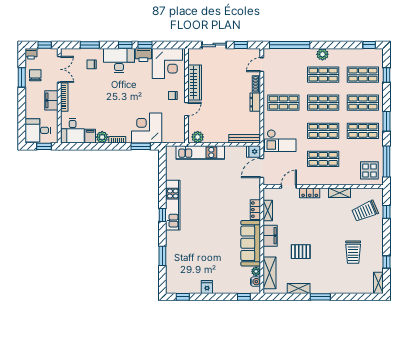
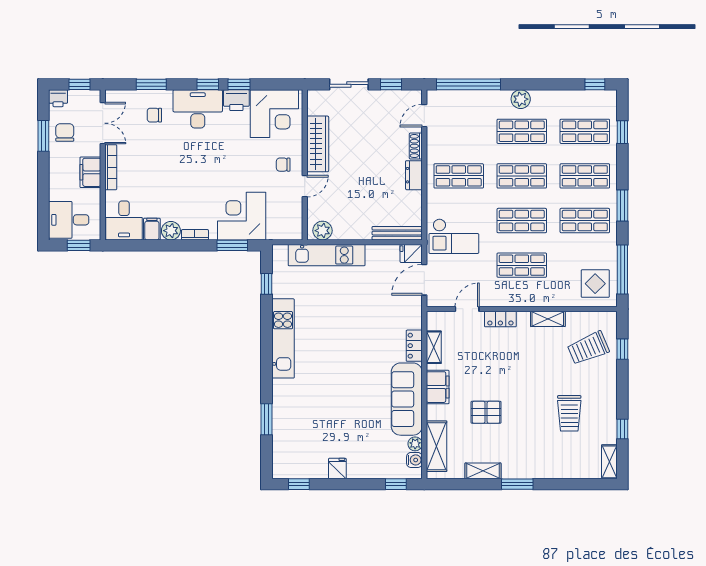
window: (162, 215) -> (267, 284), moved

